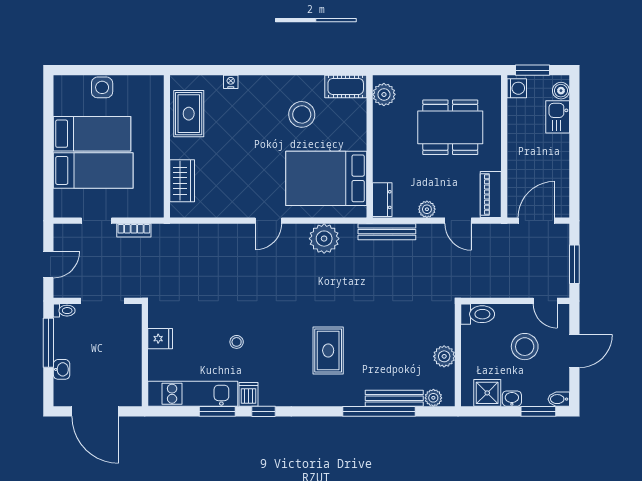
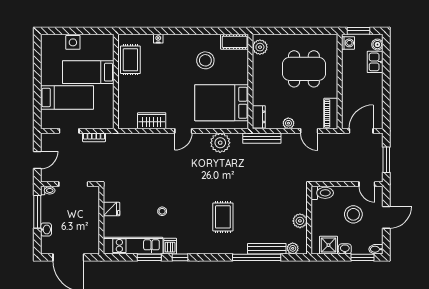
bed: (92, 134) -> (88, 72), moved, turned 180
wardrobe: (182, 181) -> (152, 121), moved, turned -90

